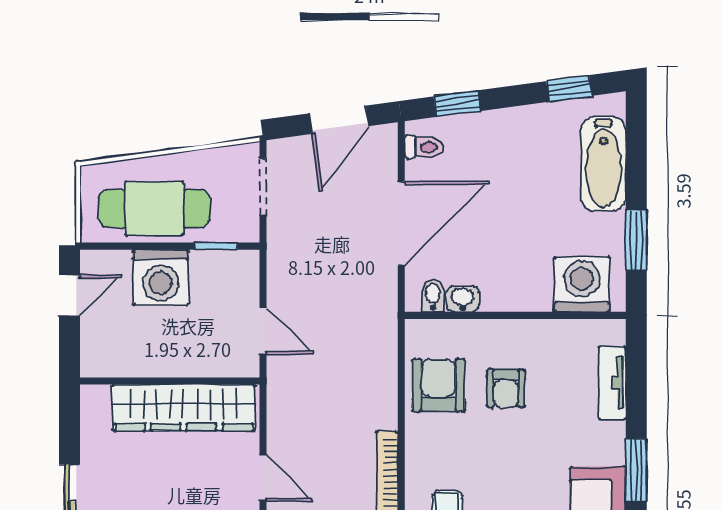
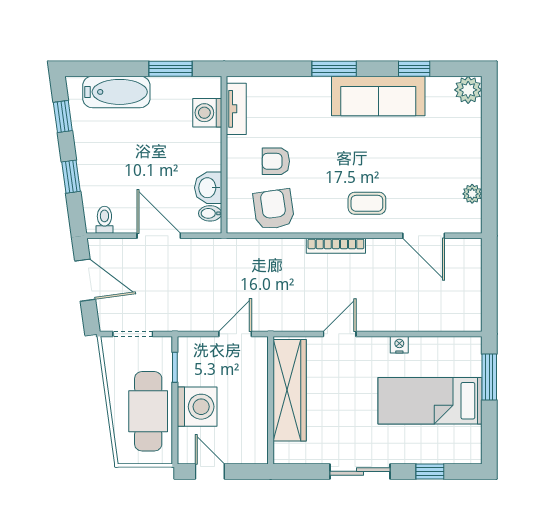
window: (457, 104) -> (71, 177), moved
door: (401, 223) -> (159, 236), width x0.73
washing machine: (582, 284) -> (207, 113), width x0.73, depth x0.73
washbasin: (463, 299) -> (208, 188), width x1.38, depth x1.45
tv unit: (612, 383) -> (236, 109), moved, turned -90
armchair: (439, 385) -> (274, 209), turned 82
armchair: (506, 388) -> (276, 161), turned 180

